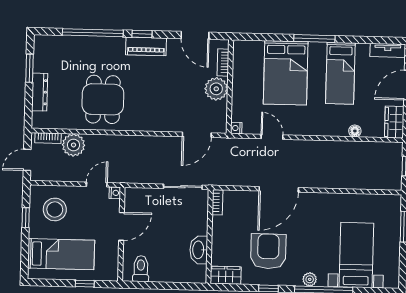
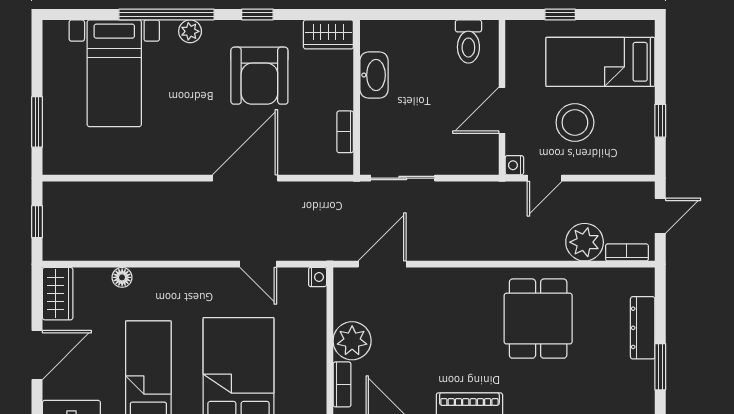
bookcase: (217, 202) -> (345, 132), moved
stool: (55, 209) -> (575, 122), moved

